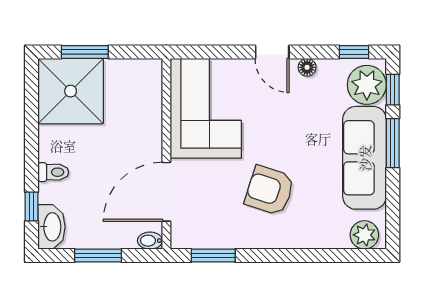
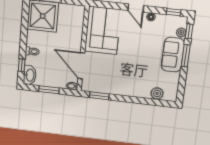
plant: (367, 85) -> (181, 33), width x0.53, depth x0.53
sofa: (365, 158) -> (173, 55), width x0.73
armchair: (270, 190) -> (127, 70), removed
door: (166, 192) -> (81, 66), hinge flipped
plant: (364, 235) -> (157, 93), moved

